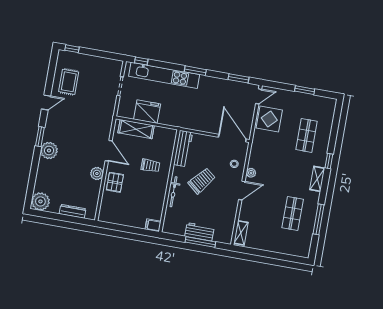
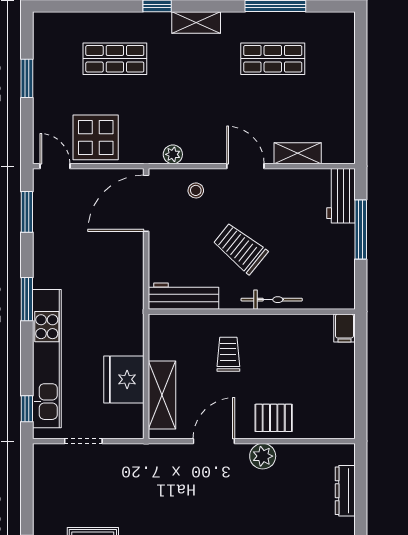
plant: (251, 173) -> (173, 154), moved
workbench: (199, 232) -> (341, 196), moved
shelving: (241, 233) -> (298, 153), moved

